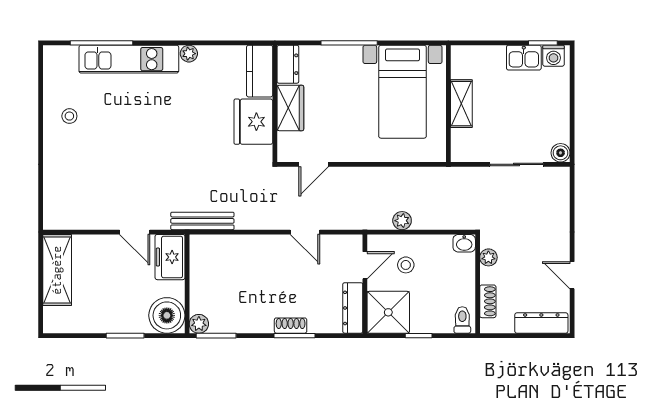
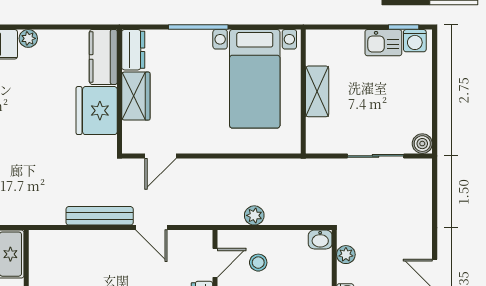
bench: (202, 221) -> (100, 216), moved

